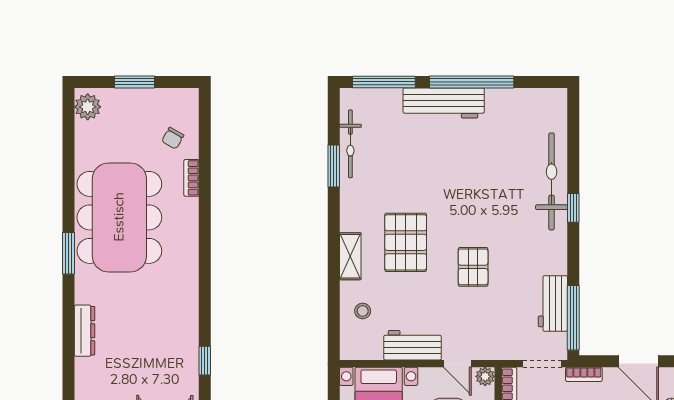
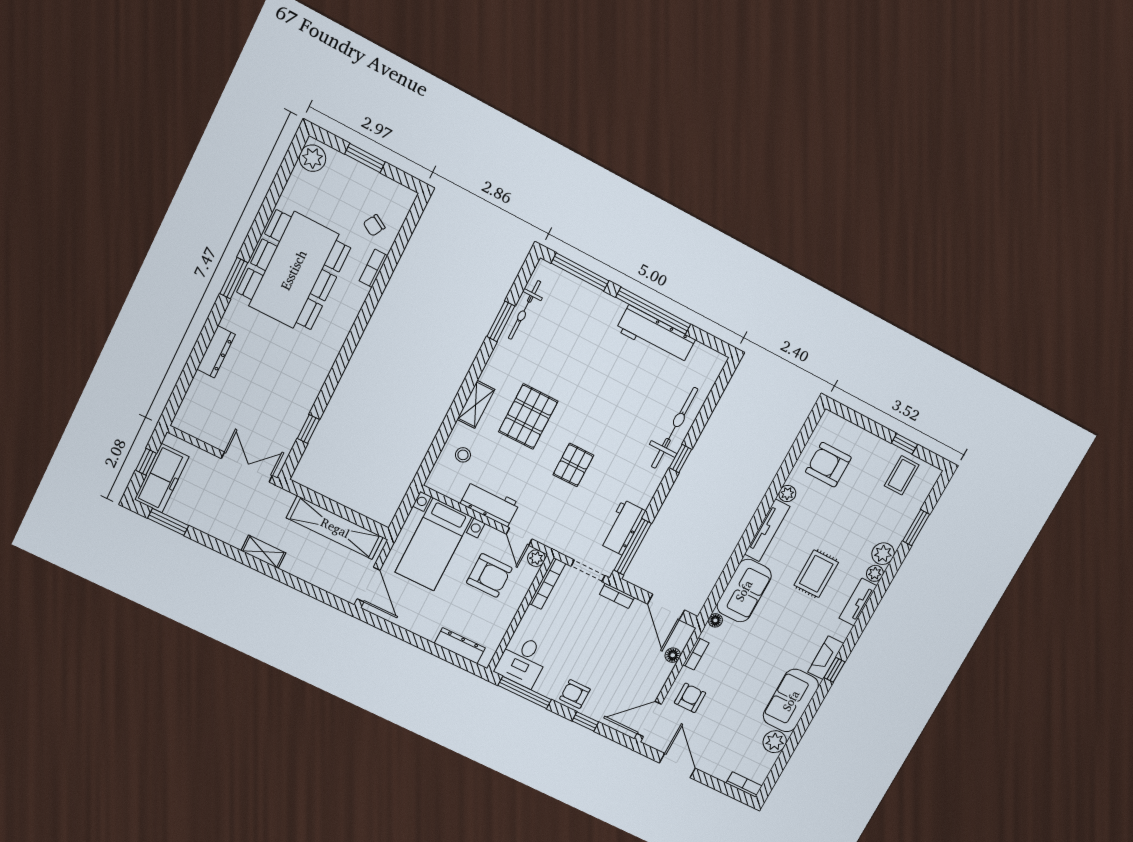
workbench: (444, 103) -> (656, 335), moved

